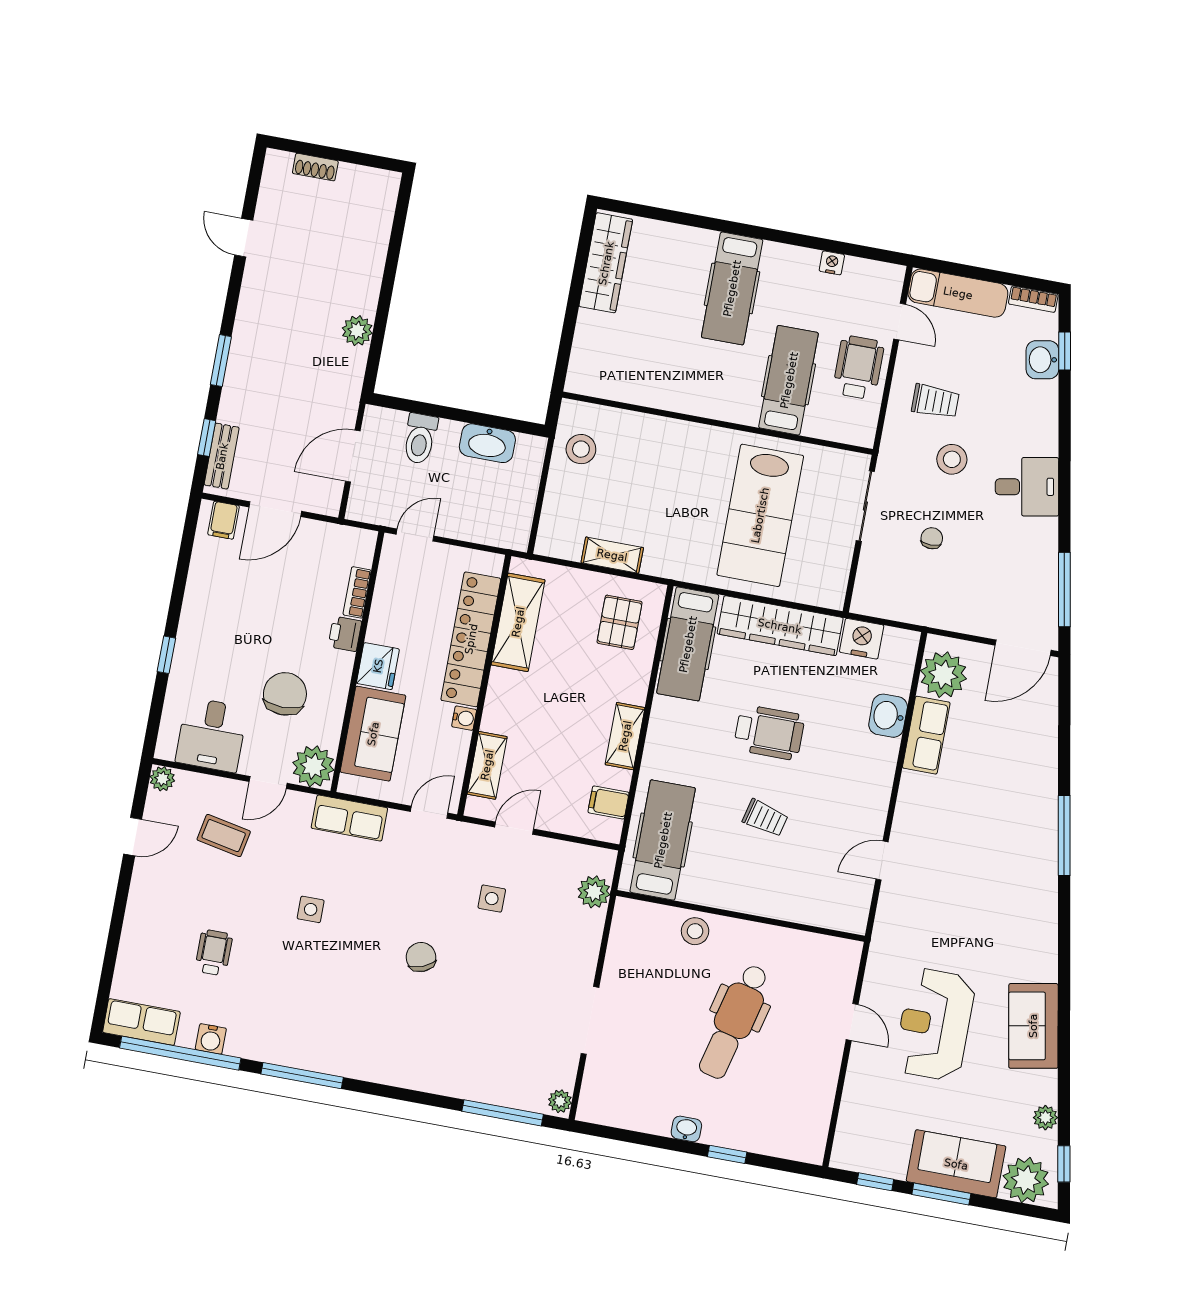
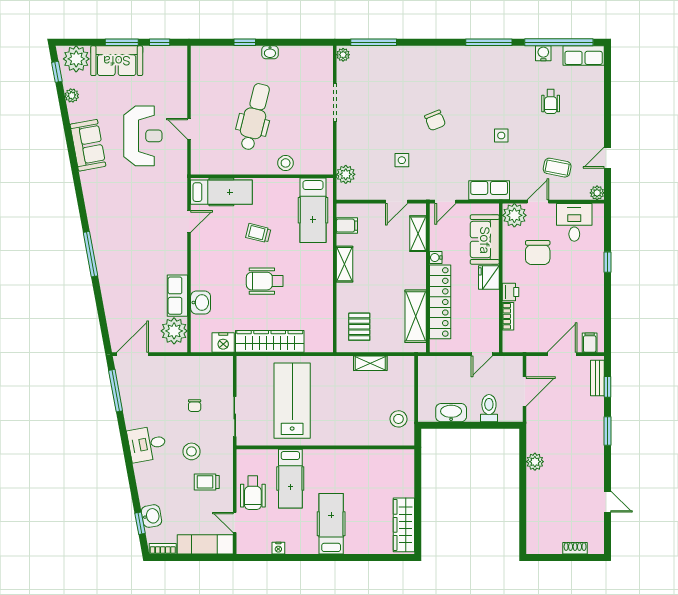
hospital bed: (688, 644) -> (221, 192), moved, turned 90

